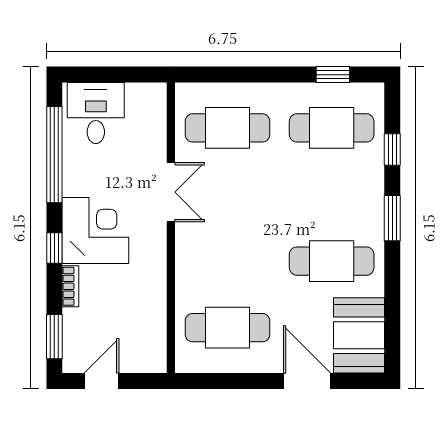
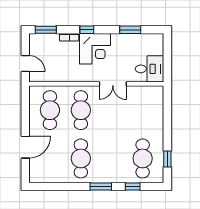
desk: (96, 113) -> (150, 69), moved
cafe table: (228, 128) -> (81, 110), moved
window: (54, 155) -> (130, 30), width x0.47
booth: (359, 335) -> (46, 171), removed
door: (101, 381) -> (25, 64), moved

